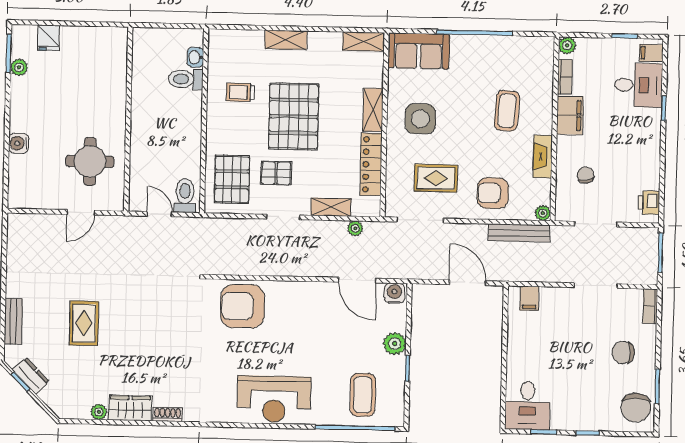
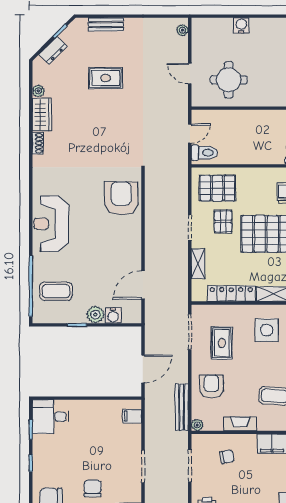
plant: (355, 228) -> (182, 30), moved
water cooler: (395, 293) -> (113, 316), moved, turned 90
dresser: (31, 376) -> (53, 50), moved

